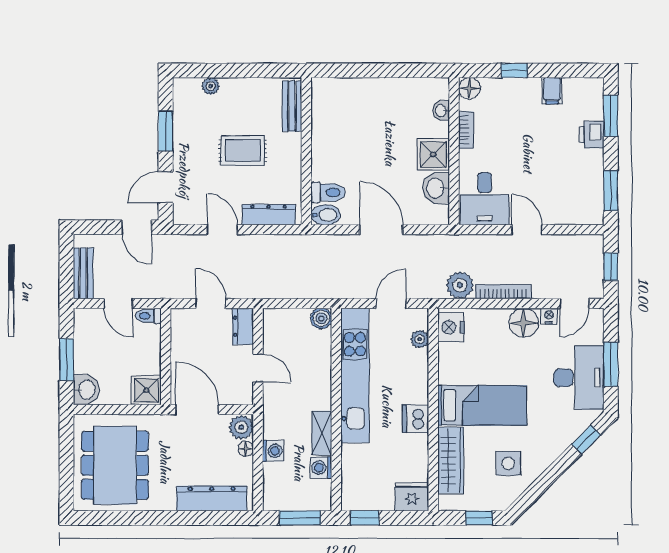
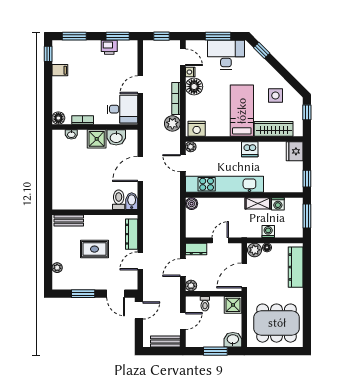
window: (514, 70) -> (48, 54), moved
printer: (592, 135) -> (109, 47), moved
rug: (243, 151) -> (94, 249), turned 90
toilet: (148, 316) -> (205, 304), moved
plant: (180, 318) -> (191, 286), added
plant: (420, 339) -> (191, 147), moved

